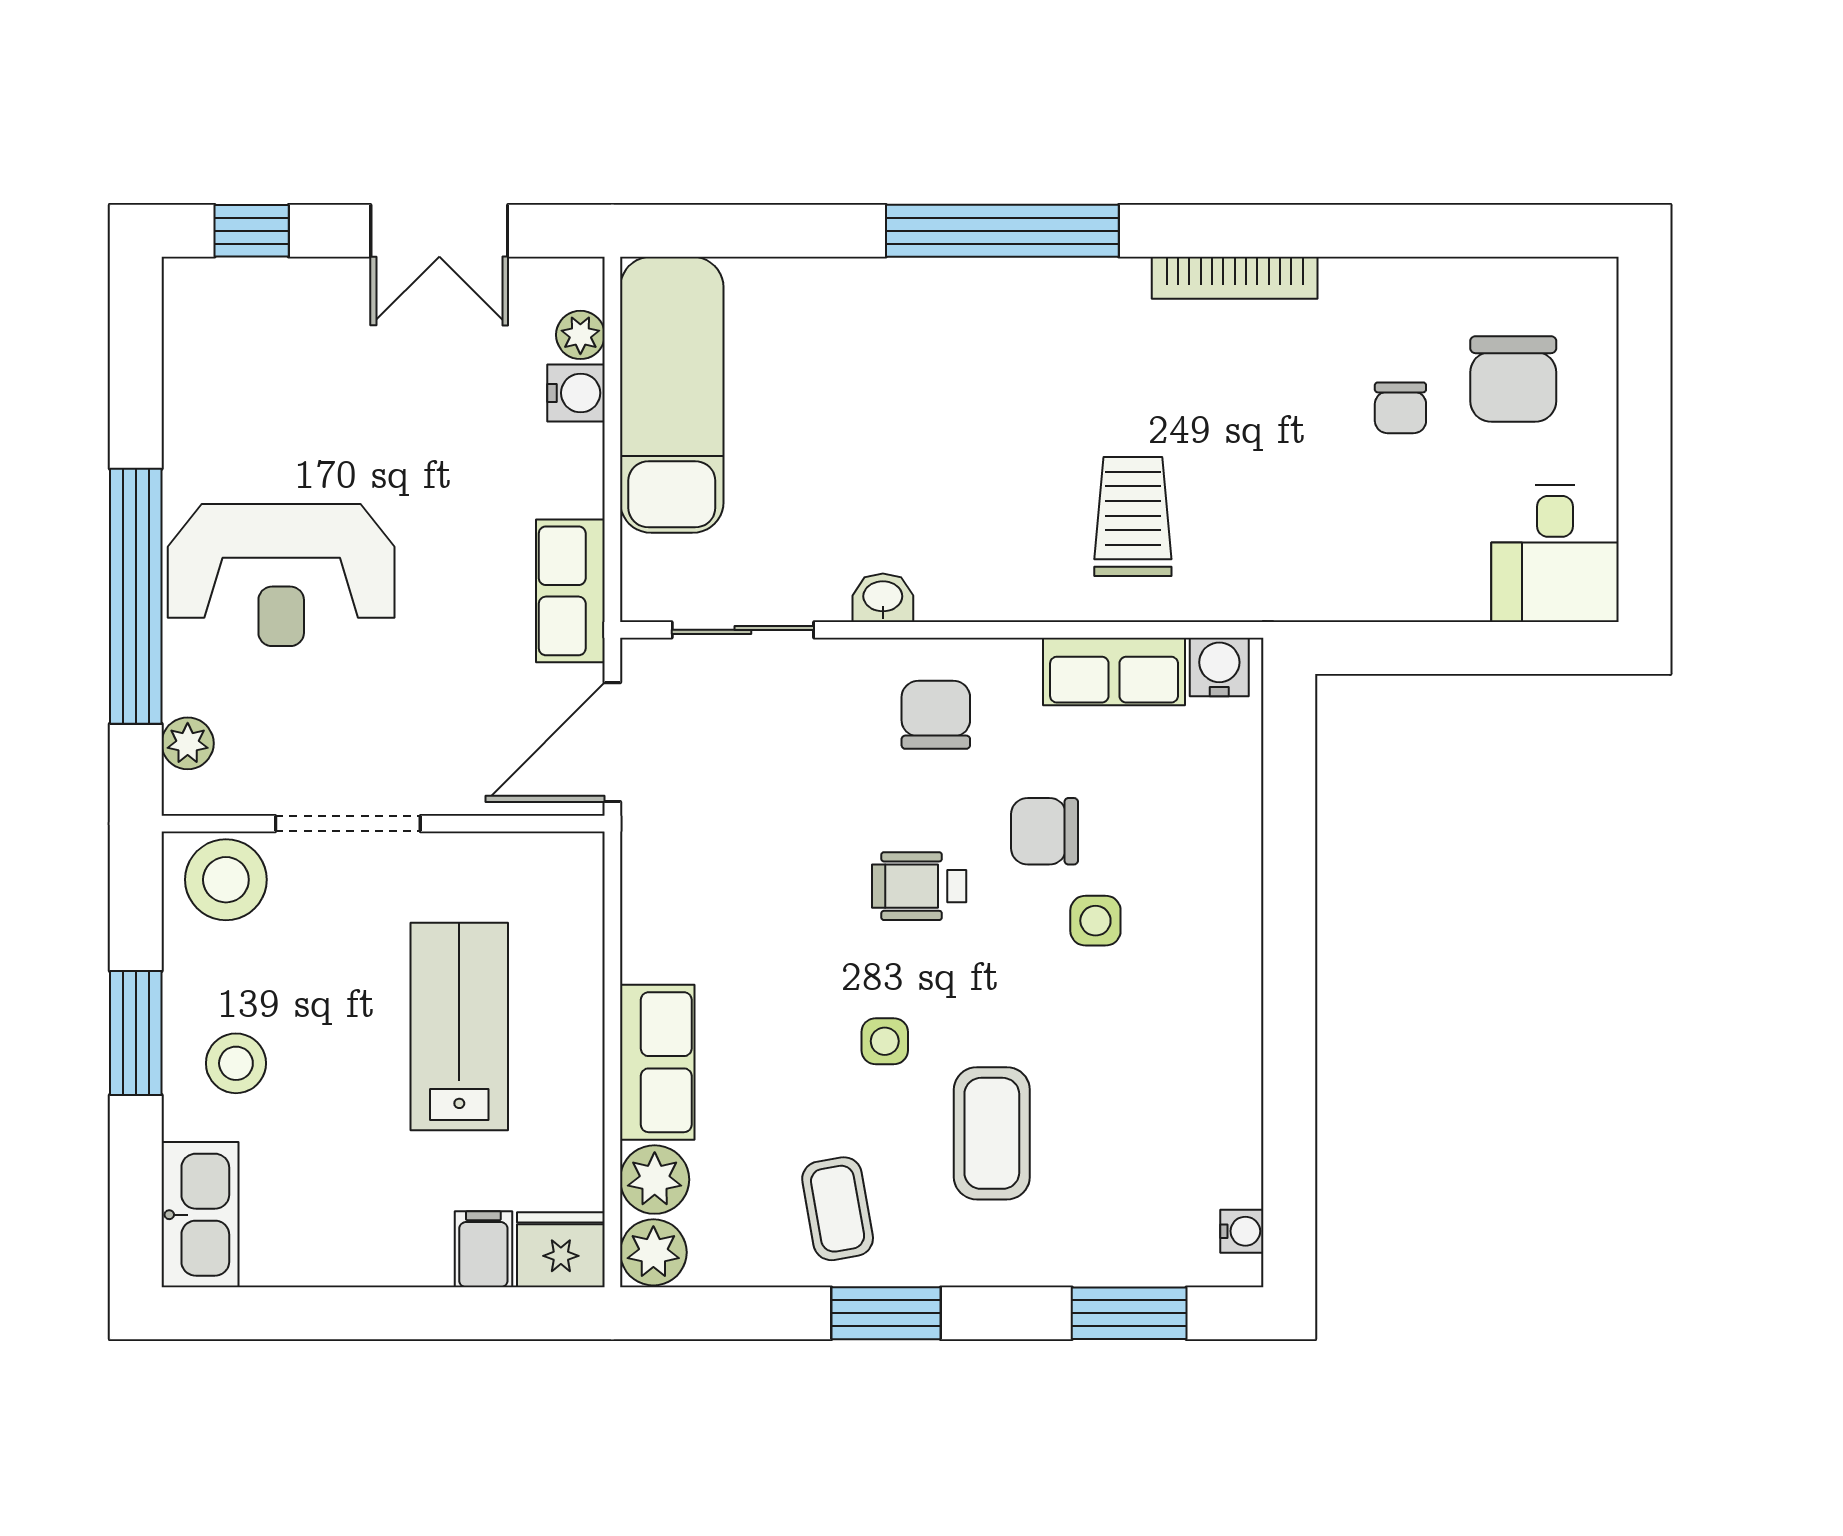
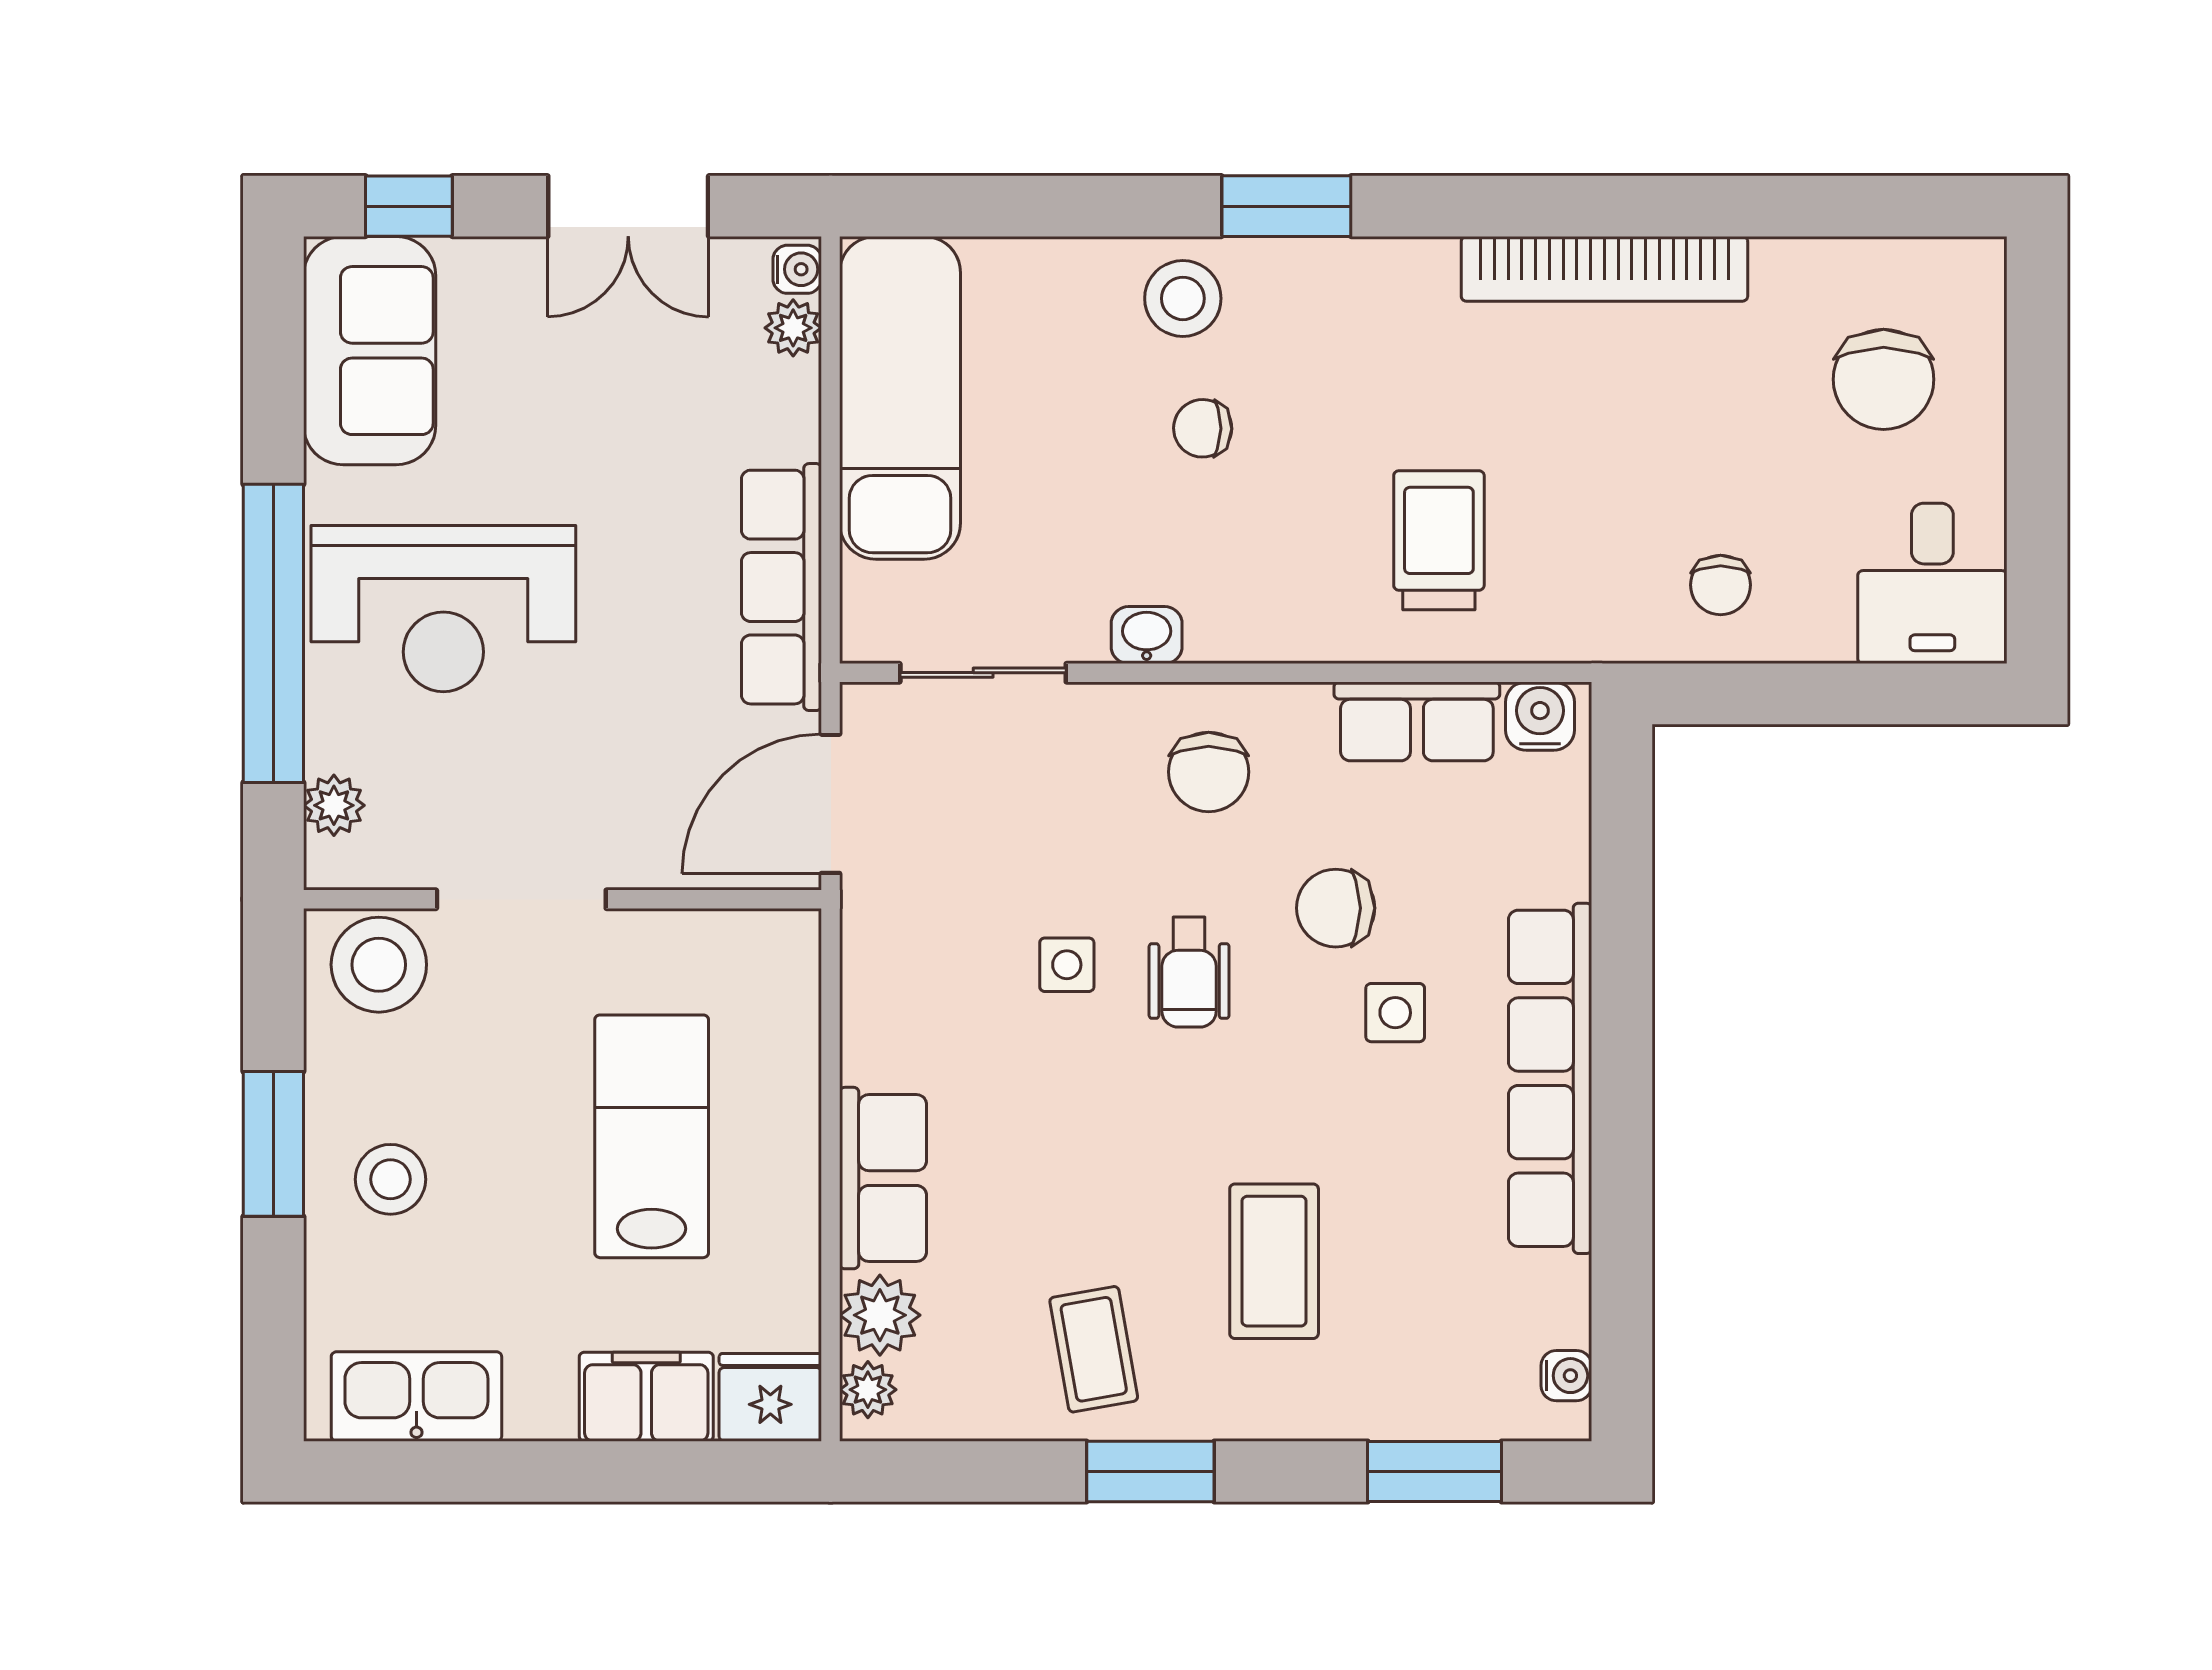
window: (1002, 231) -> (1286, 206), width x0.47
bookcase: (1235, 278) -> (1604, 269), width x1.48, depth x1.31
stool: (914, 310) -> (1183, 298), added
sofa: (218, 354) -> (370, 351), added
water cooler: (576, 393) -> (797, 269), moved, width x0.72, depth x0.72
chair: (1400, 408) -> (1721, 585), moved
chair: (931, 421) -> (1203, 428), added
row of seats: (570, 591) -> (781, 587), width x1.48
chair: (936, 715) -> (1209, 772), turned 180
wheelchair: (919, 886) -> (1189, 972), turned -90
row of seats: (1228, 977) -> (1550, 1078), added
side table: (885, 1041) -> (1067, 965), moved
kitchen sink: (200, 1215) -> (416, 1396), moved, turned -90
filing cabinet: (483, 1249) -> (646, 1397), width x2.00
plant: (653, 1252) -> (868, 1390), width x0.73, depth x0.73

